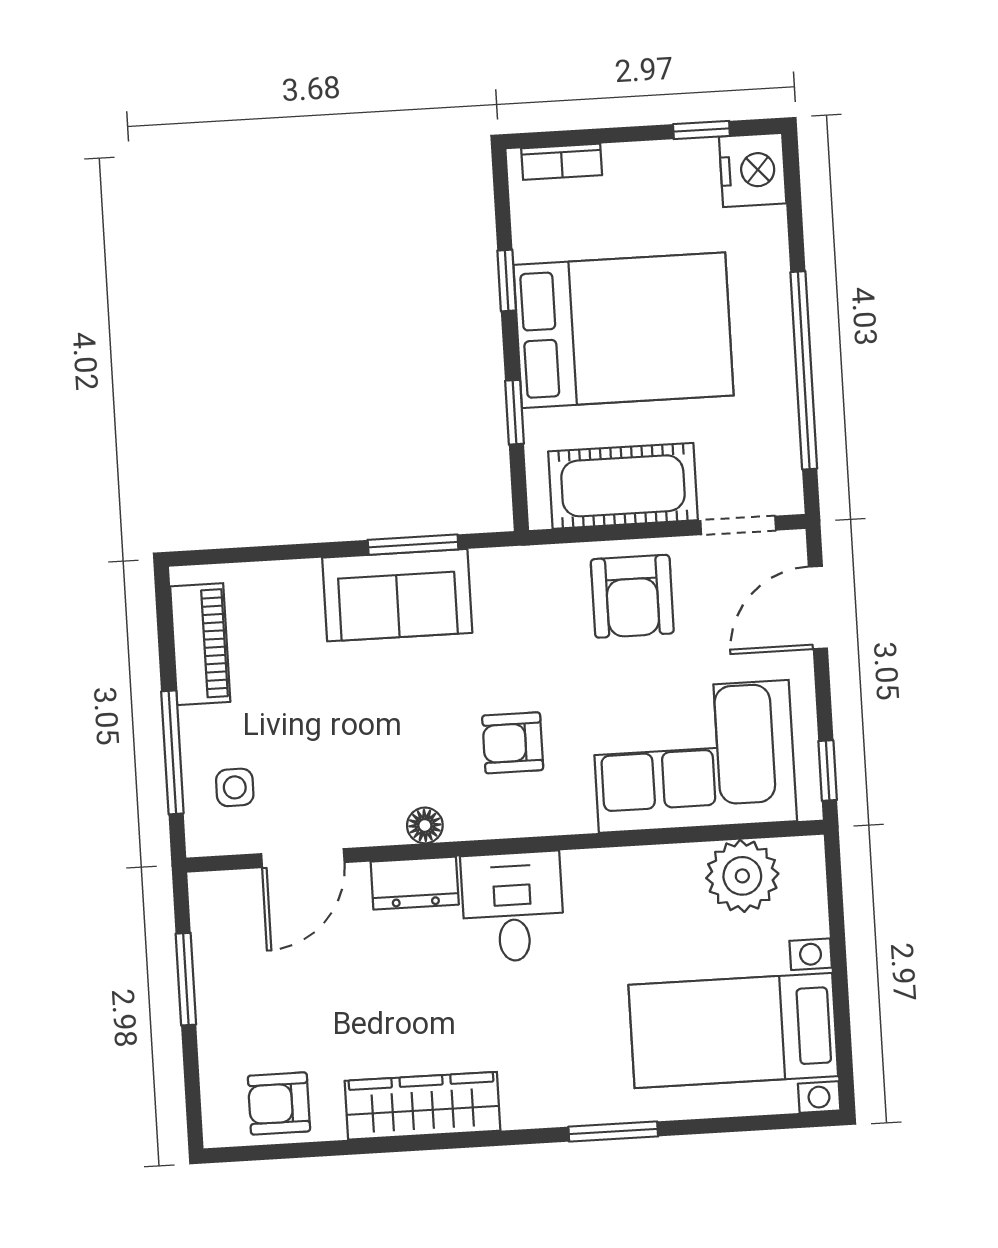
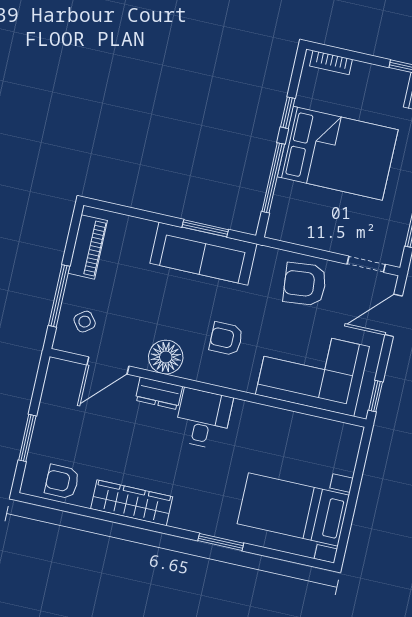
window: (514, 412) -> (273, 178), width x2.17
cot: (623, 486) -> (316, 229), removed
sofa: (397, 595) -> (203, 254), width x1.36
armchair: (632, 596) -> (305, 284), turned 84
side table: (235, 787) -> (85, 322), turned -37
floor lamp: (425, 825) -> (166, 357), width x1.89, depth x1.89
plant: (742, 876) -> (319, 435), removed
window: (186, 979) -> (27, 438), moved

